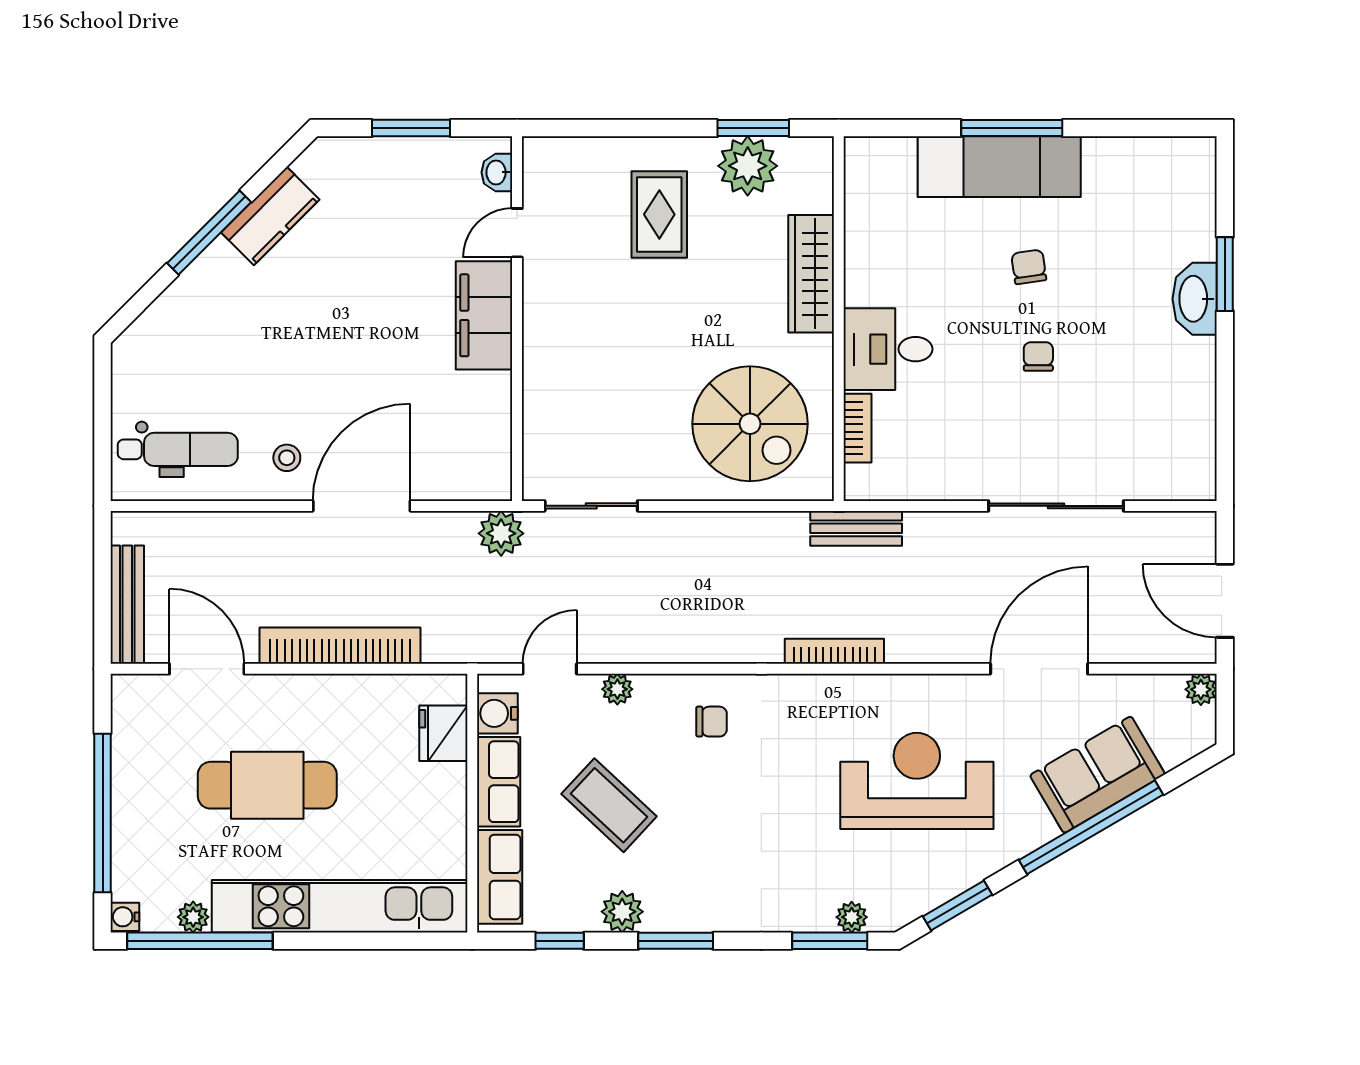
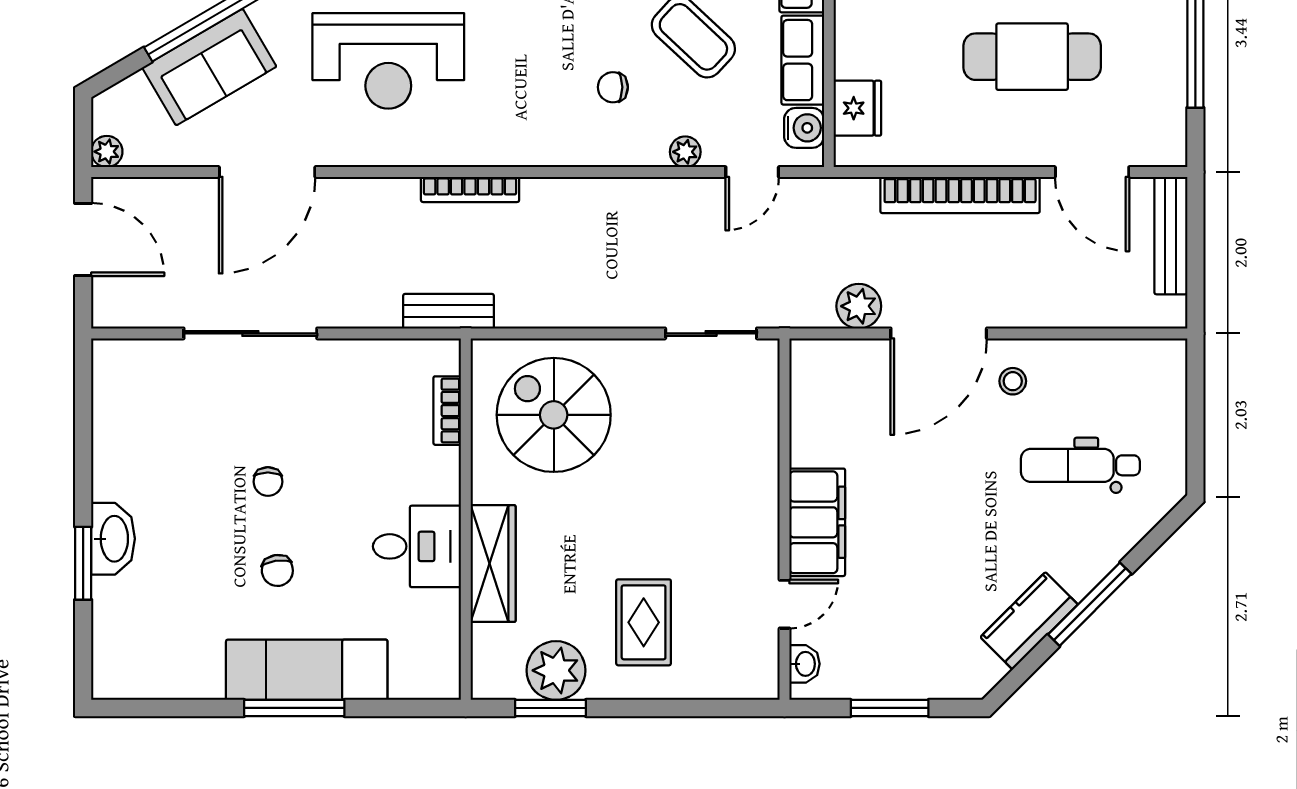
desk: (888, 349) -> (417, 546), moved
dental chair: (178, 449) -> (1080, 465), moved
plant: (501, 533) -> (859, 306), moved
chair: (711, 722) -> (613, 87), moved

